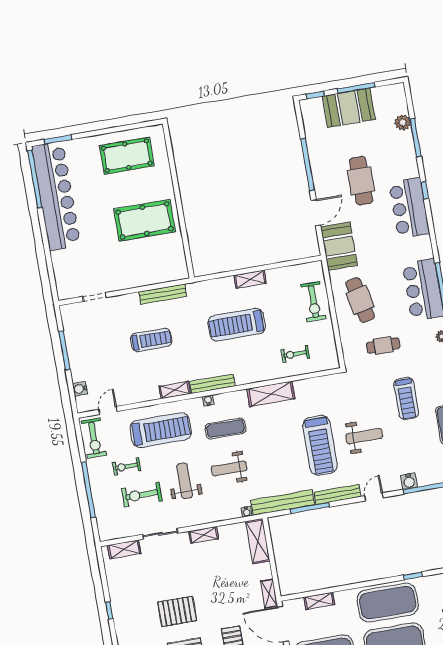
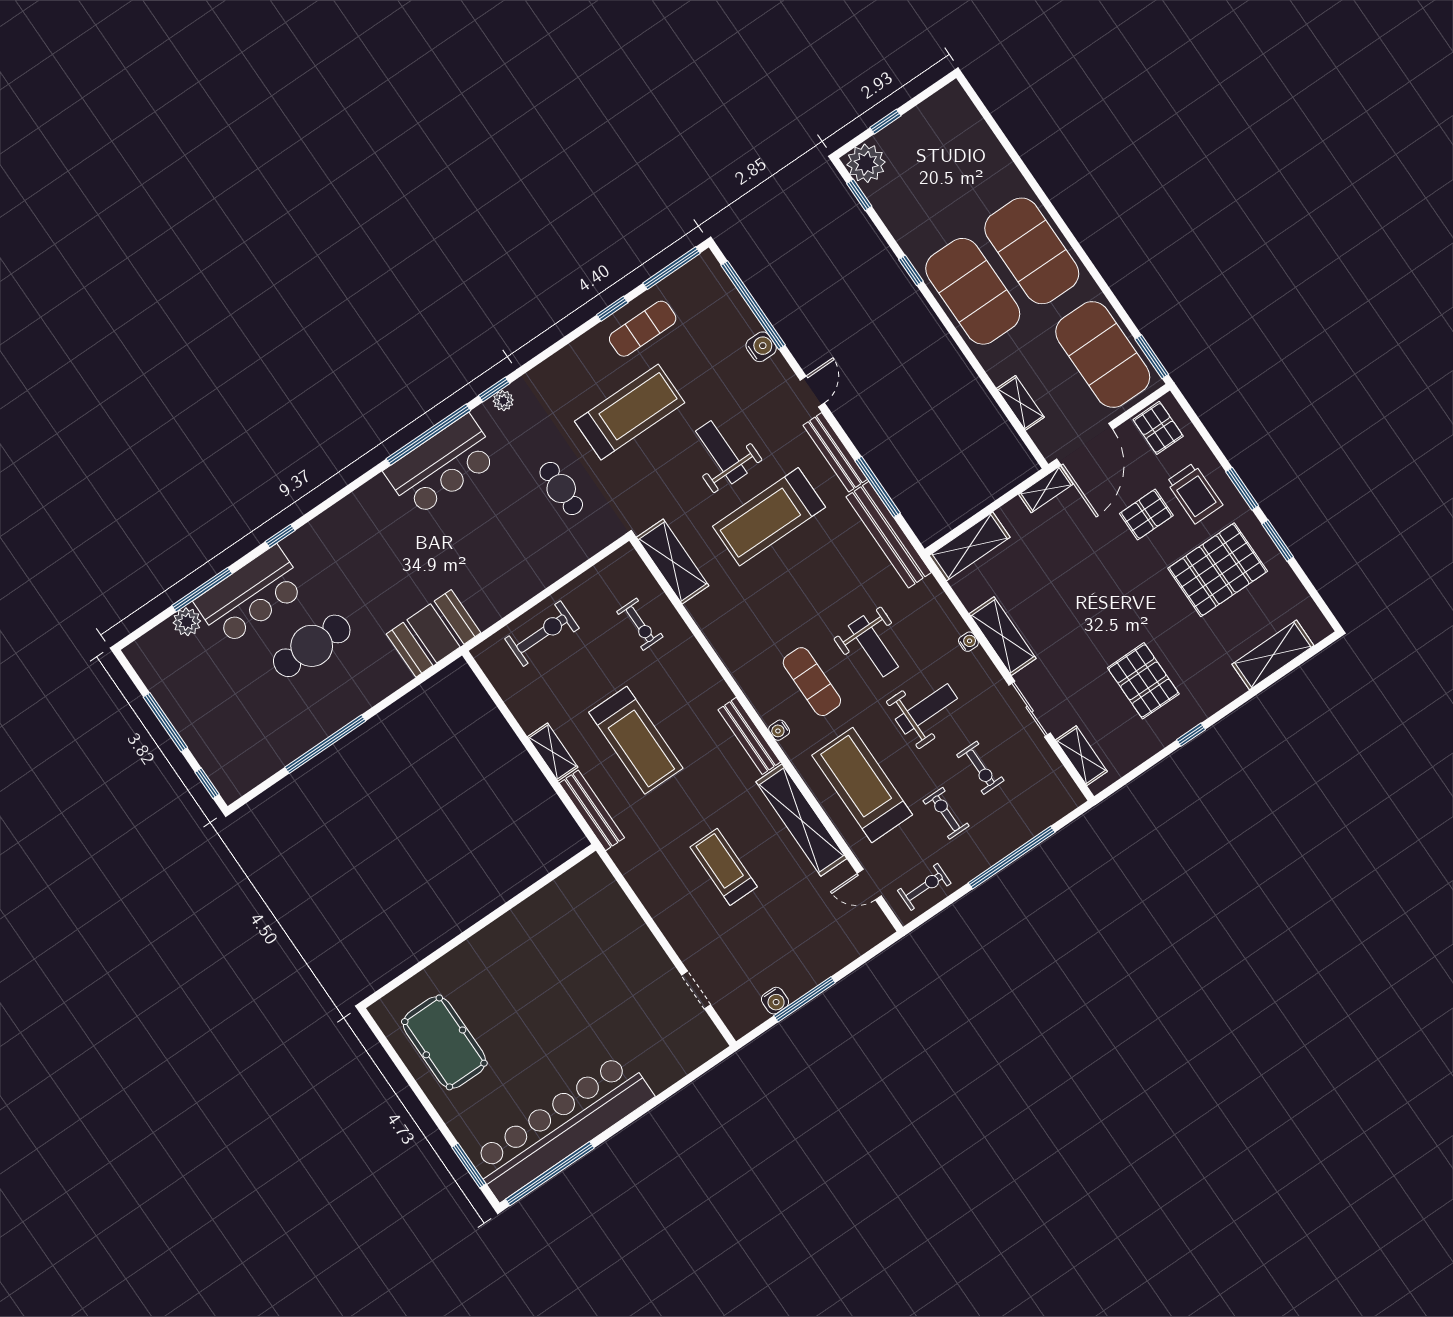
booth: (349, 108) -> (203, 720), removed
bar counter: (409, 208) -> (251, 596), moved
door: (316, 213) -> (397, 695), removed
pool table: (145, 220) -> (536, 966), removed
bench: (163, 294) -> (592, 810), moved
cafe table: (360, 300) -> (505, 559), removed
water cooler: (80, 389) -> (775, 1001), moved
shelving: (175, 390) -> (801, 820), width x2.20, depth x1.33
shelving: (271, 394) -> (673, 562), moved
treadmill: (406, 398) -> (630, 412), width x1.37, depth x1.38
exercise bike: (94, 438) -> (924, 887), width x0.73, depth x0.72
treadmill: (320, 445) -> (769, 517), turned 180
exercise bike: (126, 466) -> (946, 813), turned 180
weight bench: (185, 481) -> (926, 709), turned 180
exercise bike: (142, 495) -> (980, 768), width x0.73, depth x0.72
door: (374, 497) -> (812, 392), swing flipped
water cooler: (247, 512) -> (968, 642), moved
shelving: (204, 535) -> (1003, 636), width x1.50, depth x1.33
pallet: (177, 611) -> (1143, 681), moved

